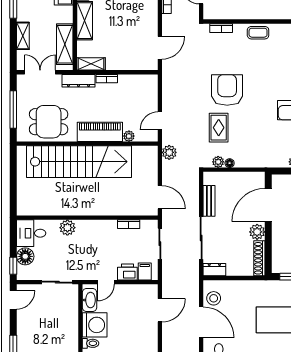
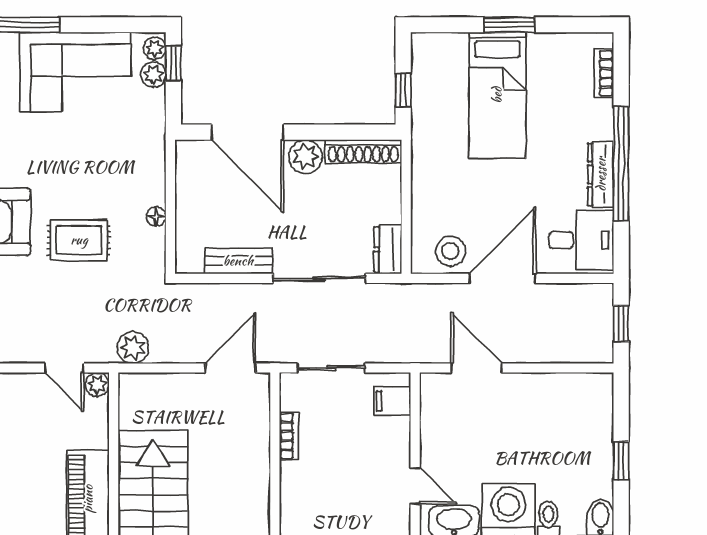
plant: (129, 136) -> (97, 384), moved
plant: (218, 162) -> (153, 241), removed
printer: (127, 272) -> (393, 439), removed

